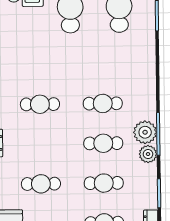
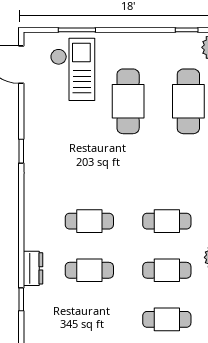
cafe table: (41, 184) -> (89, 270), moved

